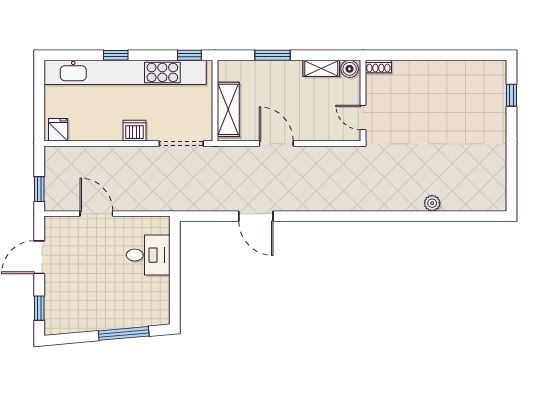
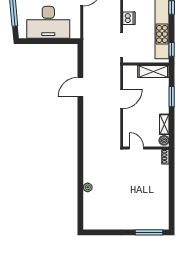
window: (512, 95) -> (149, 232), width x2.17
shelving: (228, 109) -> (153, 71), moved
door: (363, 117) -> (136, 148), hinge flipped
desk: (148, 255) -> (48, 22), width x1.87, depth x1.30

